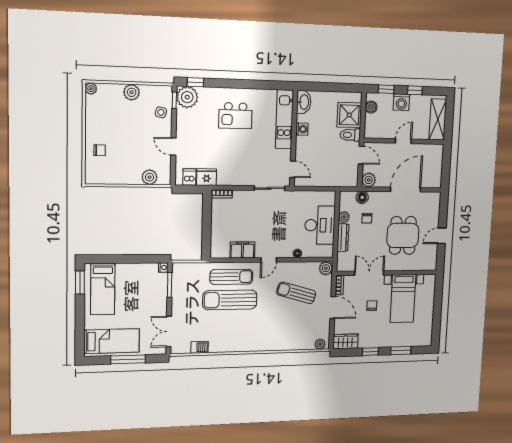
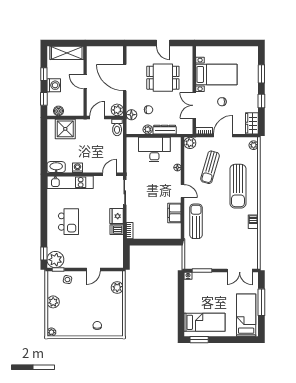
toilet: (350, 135) -> (117, 127), moved
dishwasher: (189, 177) -> (117, 230), moved
fridge: (207, 177) -> (117, 216), moved
sun lounger: (230, 300) -> (238, 186), moved
barbecue: (200, 347) -> (253, 222), moved

